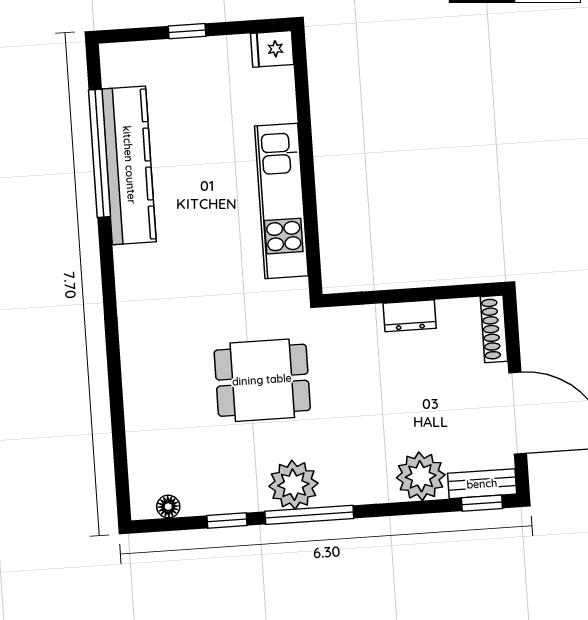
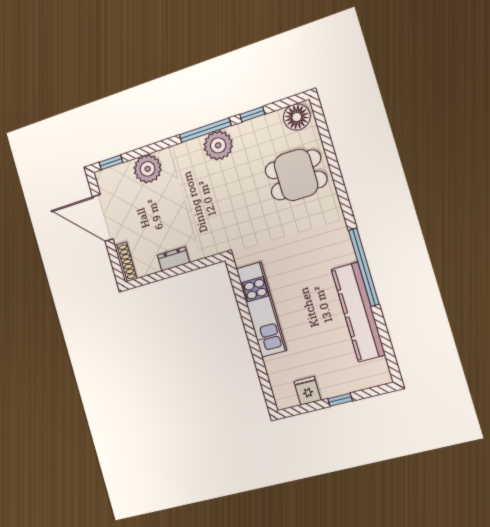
fridge: (272, 49) -> (307, 391), moved, turned -90
window: (100, 153) -> (364, 267), moved
dining table: (262, 380) -> (296, 175), moved
bench: (482, 484) -> (113, 173), removed
floor lamp: (168, 507) -> (297, 117), width x1.89, depth x1.89

